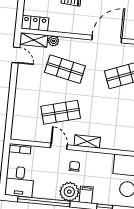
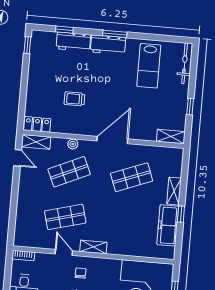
plant: (54, 41) -> (73, 144), moved
shop shelf: (65, 69) -> (69, 172), turned -36

